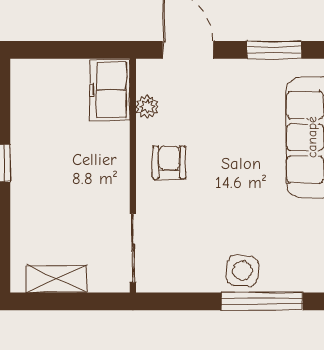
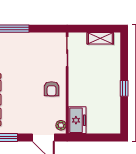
plant: (147, 107) -> (61, 125), moved
side table: (242, 271) -> (20, 42), removed

